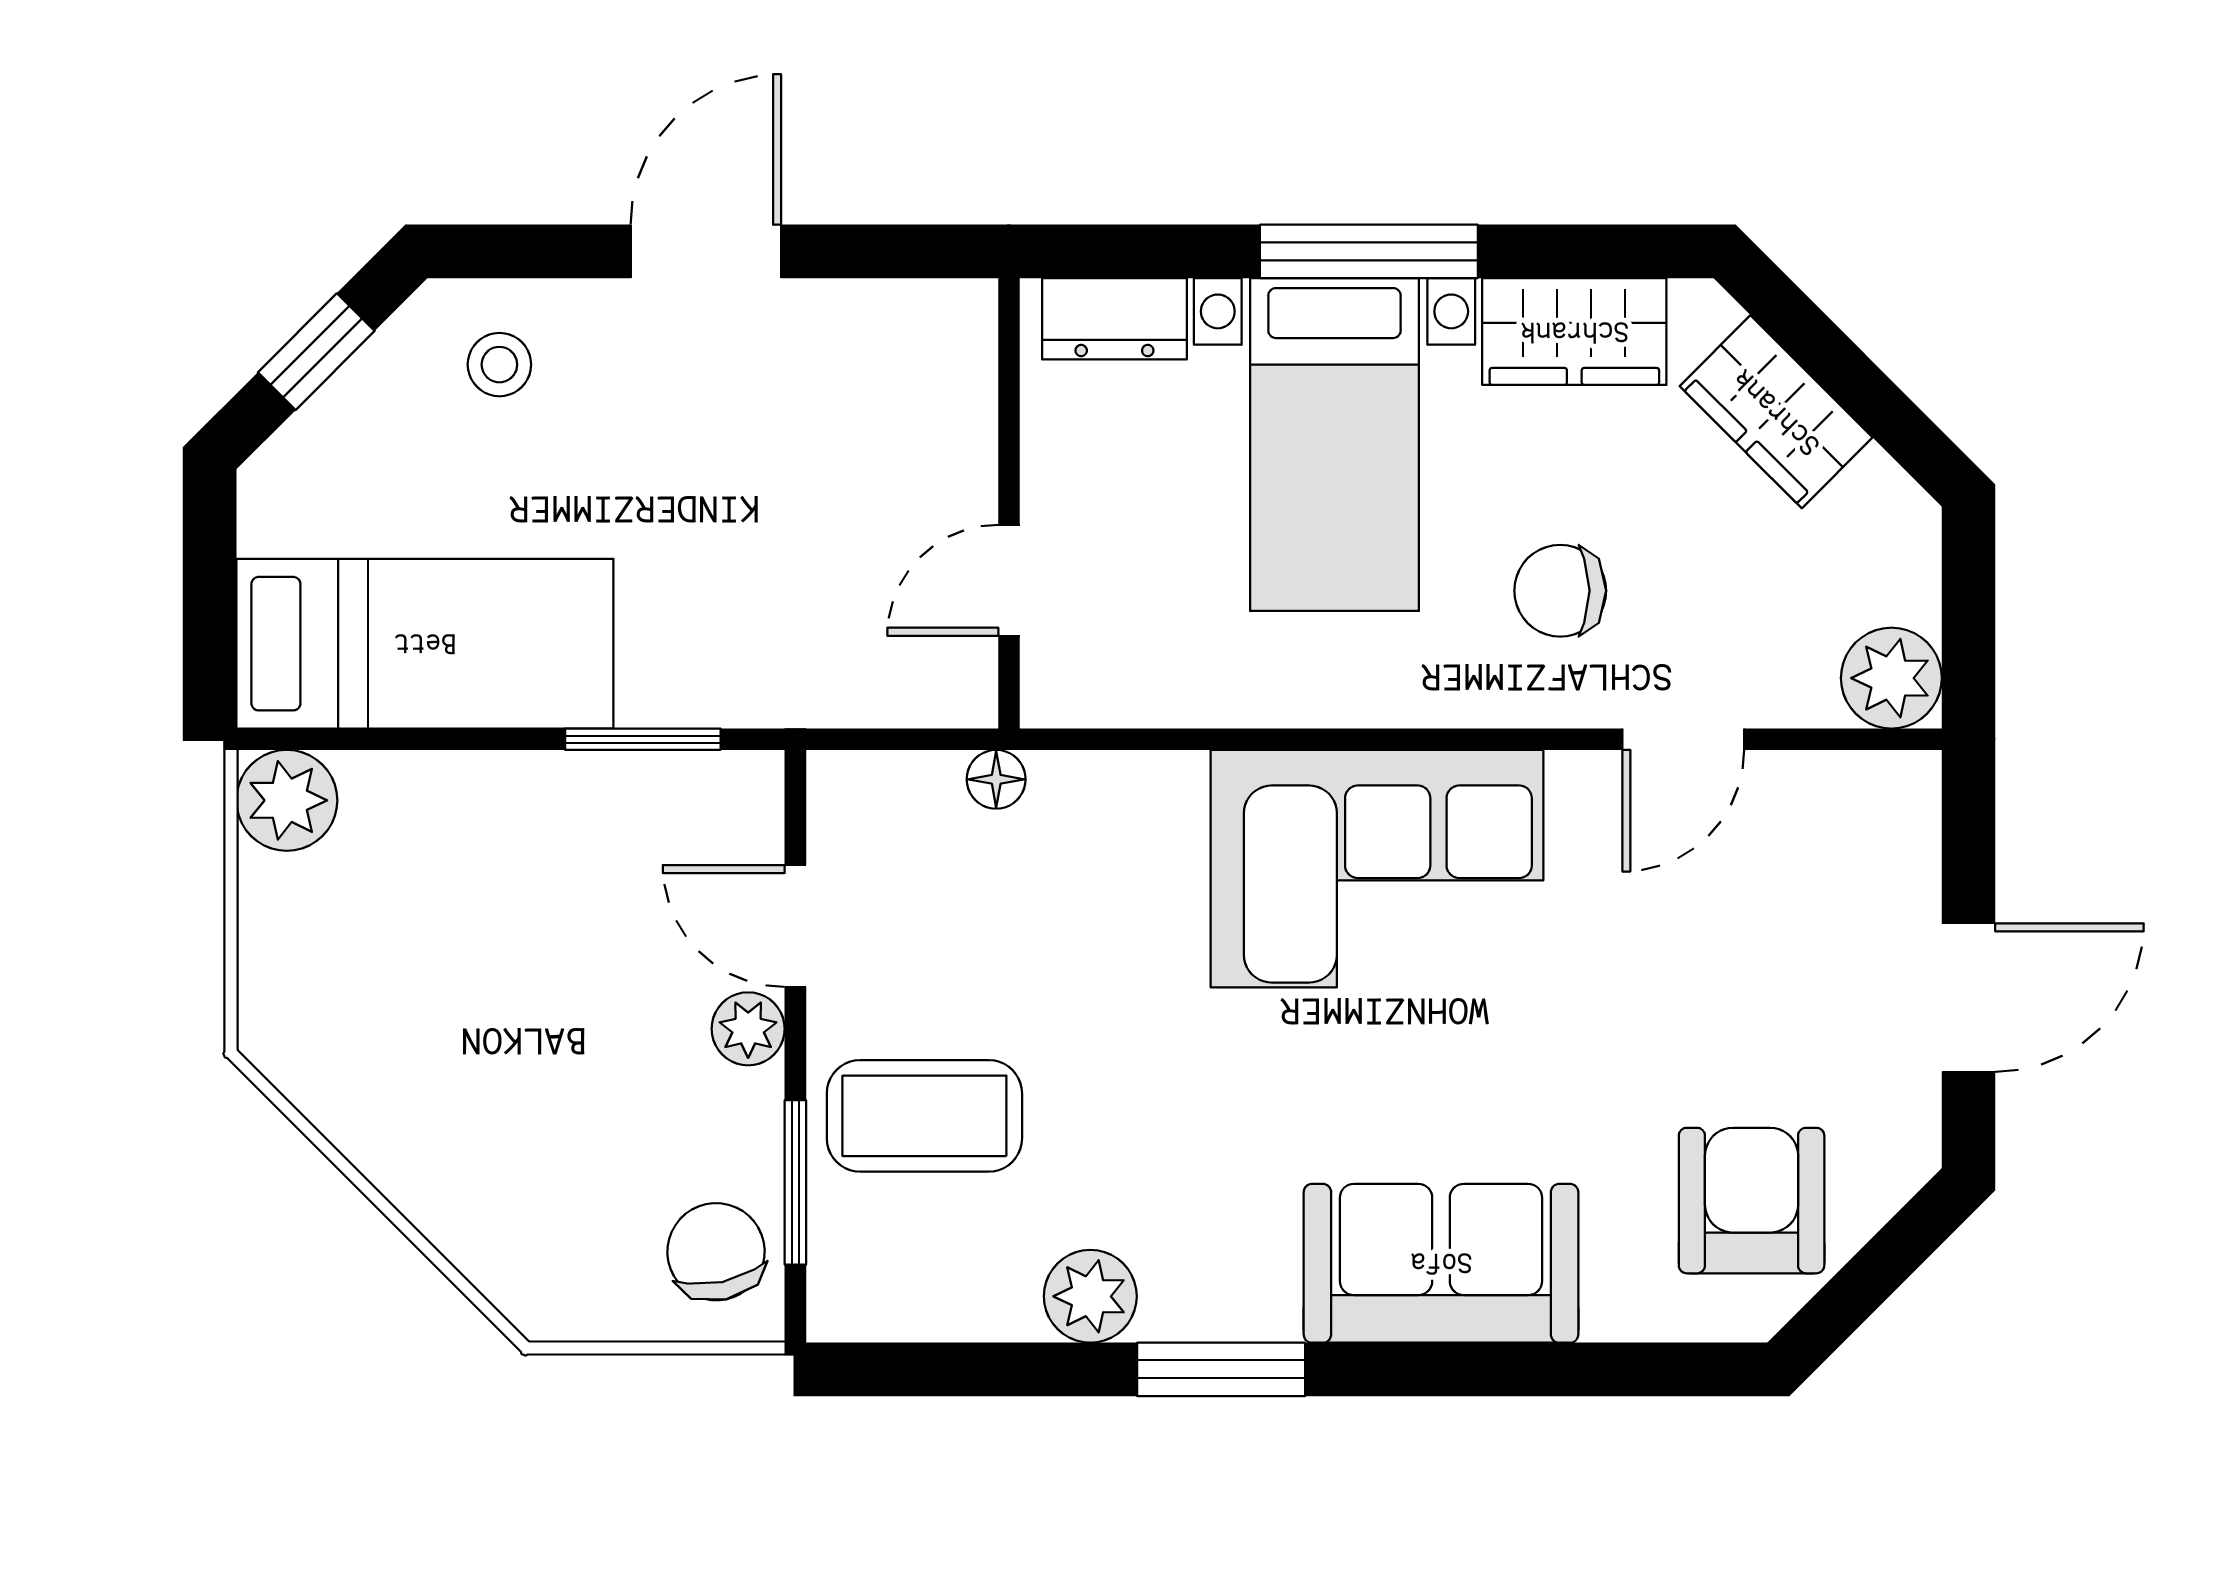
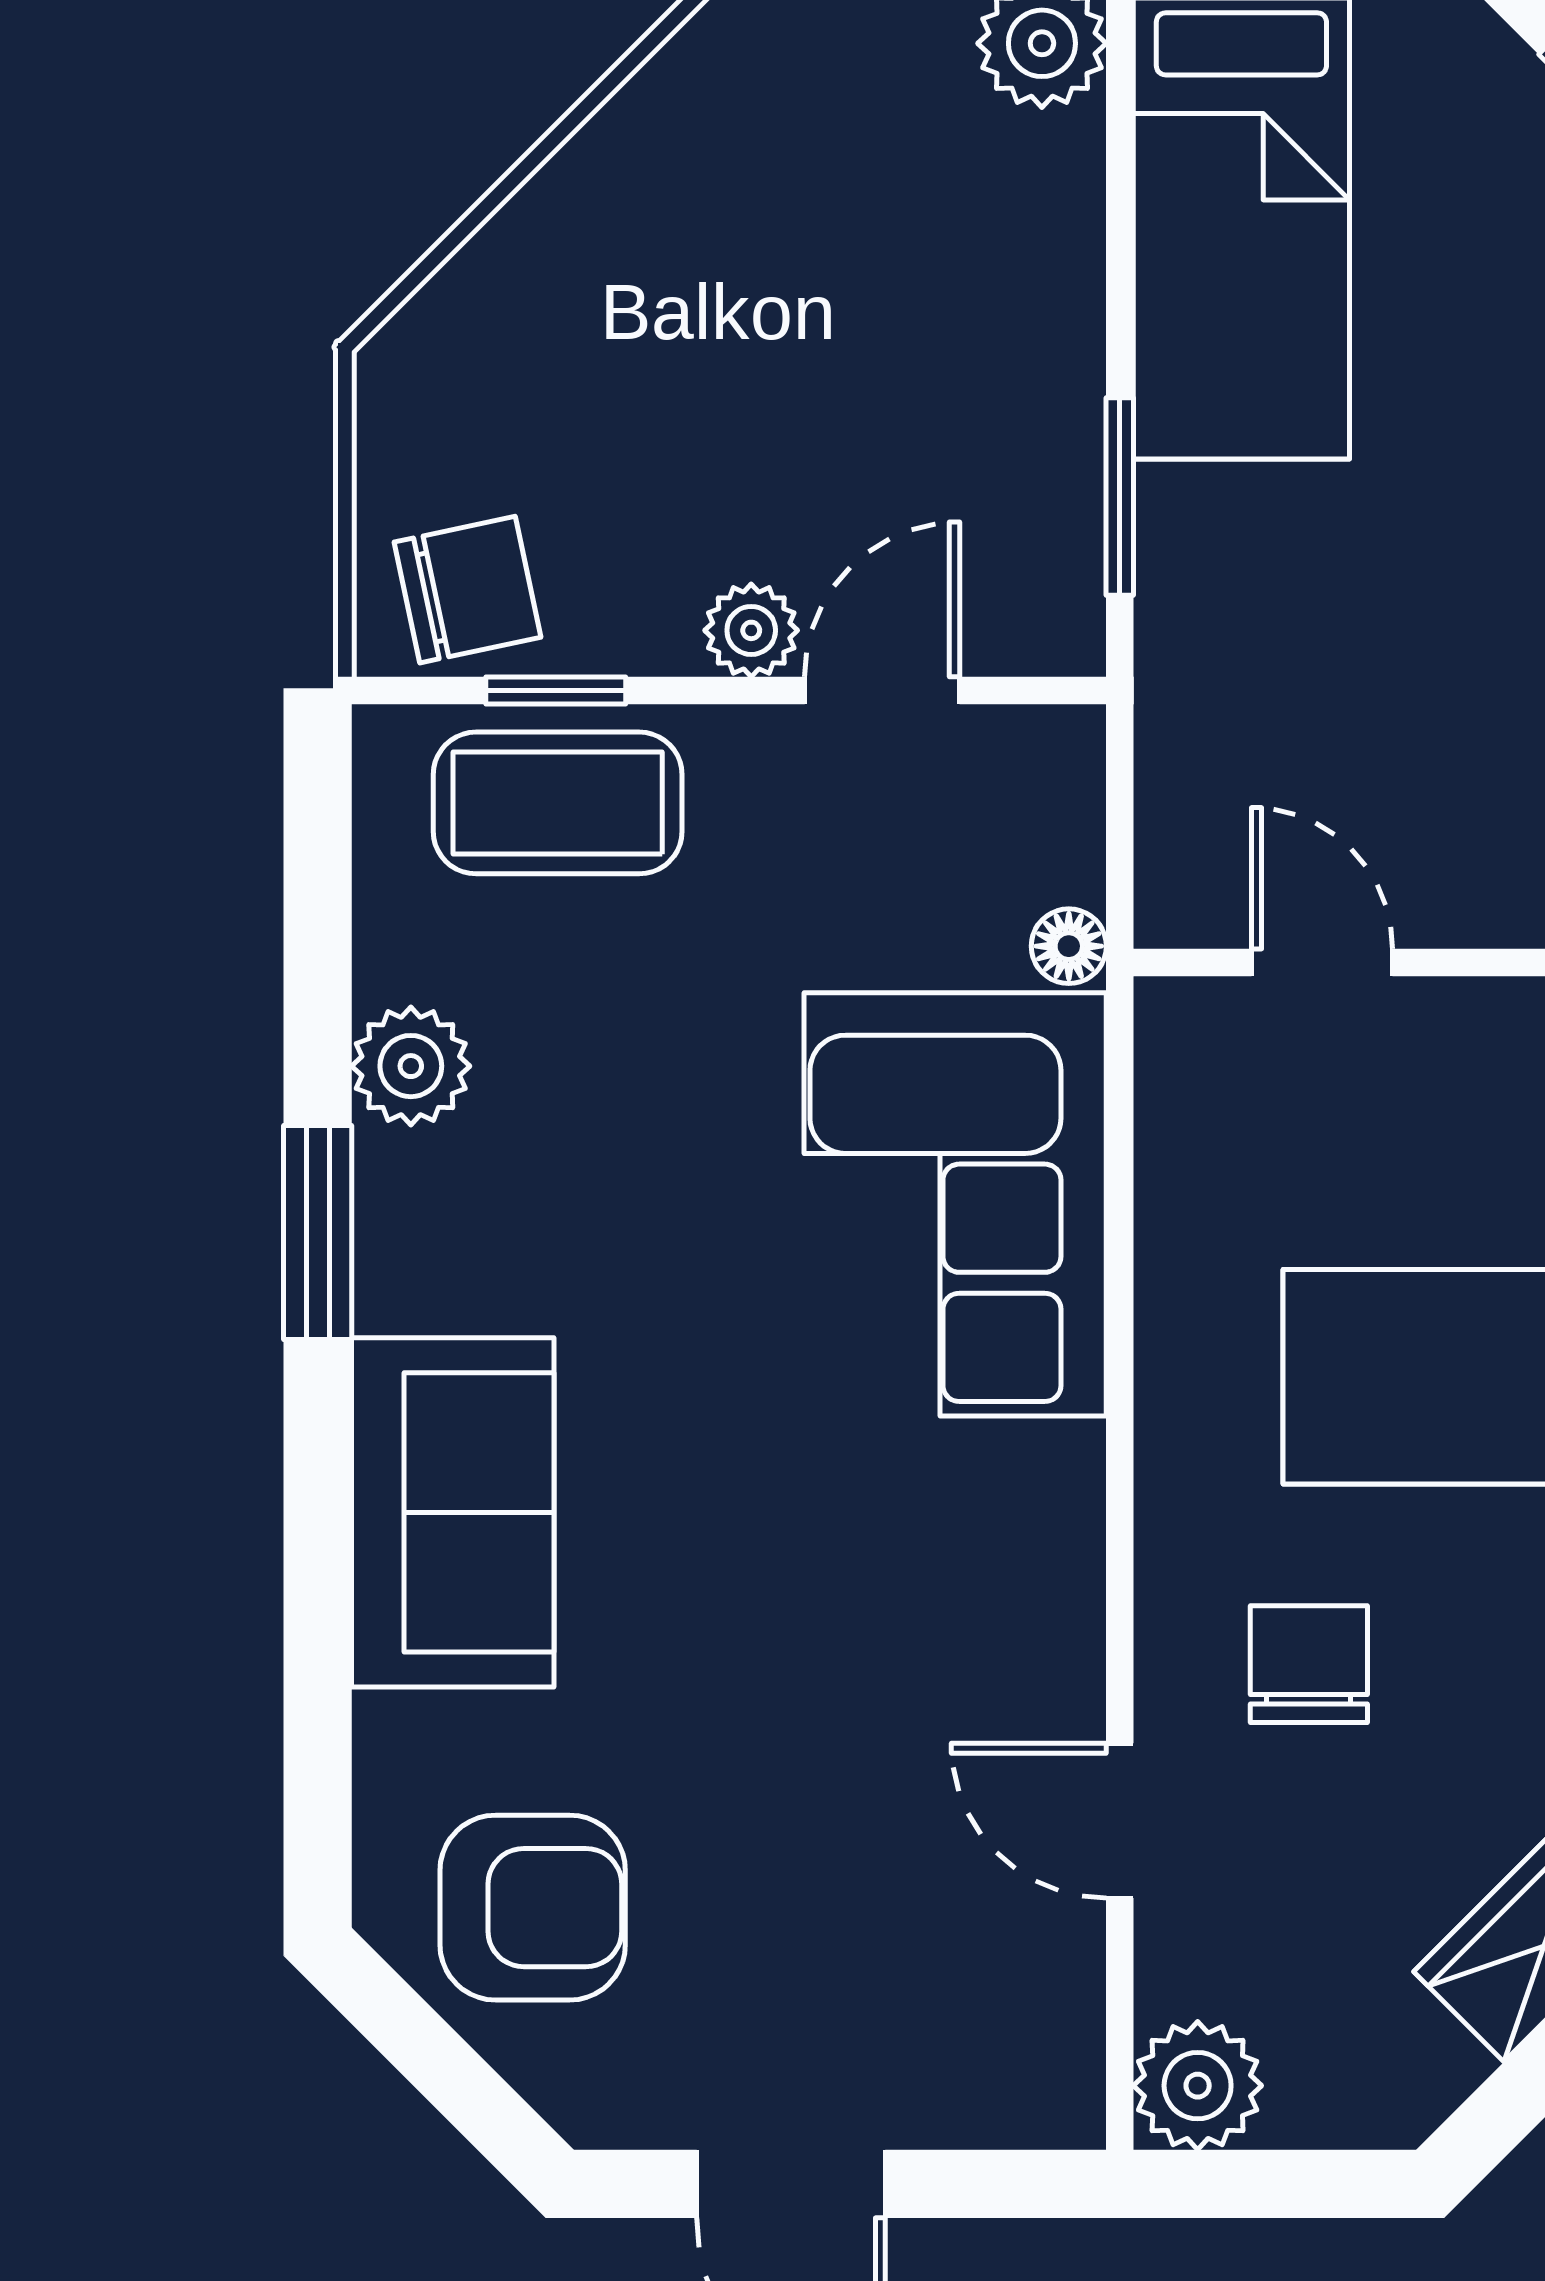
corner sofa: (1377, 869) -> (955, 1204), moved
coffee table: (924, 1116) -> (558, 803), moved, turned 90
window: (795, 1182) -> (556, 691), width x0.67

